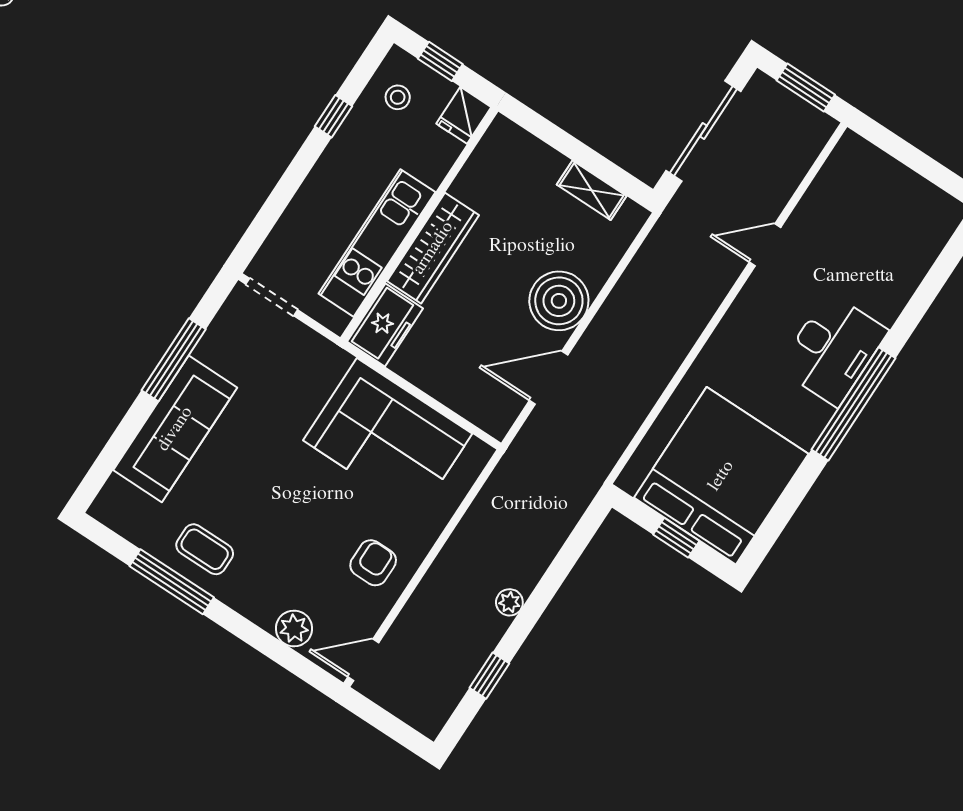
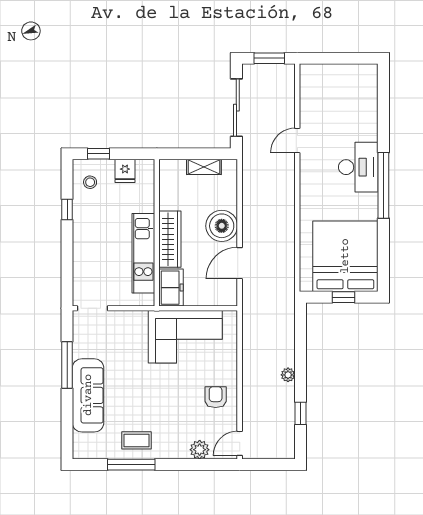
wall: (419, 224) -> (157, 233), moved
kitchen unit: (377, 243) -> (143, 253), moved
wardrobe: (433, 248) -> (170, 239), moved
freezer: (385, 325) -> (171, 288), moved

